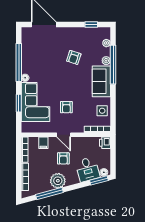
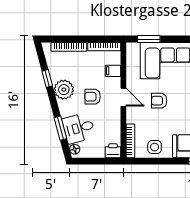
window: (19, 103) -> (149, 39), moved
door: (64, 135) -> (123, 97), swing flipped
window: (99, 180) -> (60, 128), moved
window: (49, 194) -> (47, 79), width x0.46

